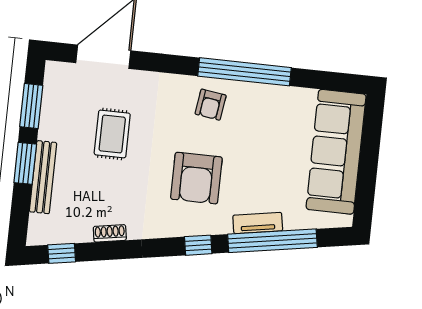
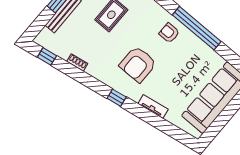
armchair: (211, 105) -> (169, 33), turned 82
window: (272, 241) -> (154, 120), removed

